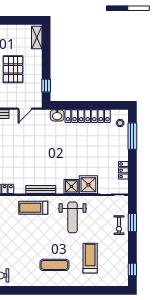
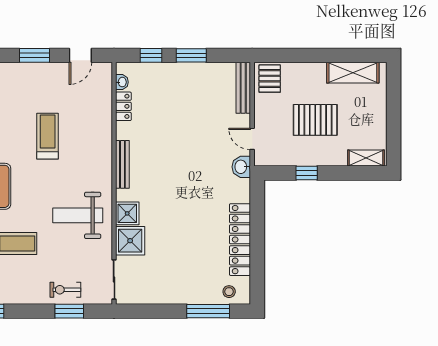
window: (46, 86) -> (307, 173), moved
washbasin: (57, 115) -> (241, 167), moved
locker: (123, 170) -> (153, 297), removed
treadmill: (33, 208) -> (48, 136), moved

